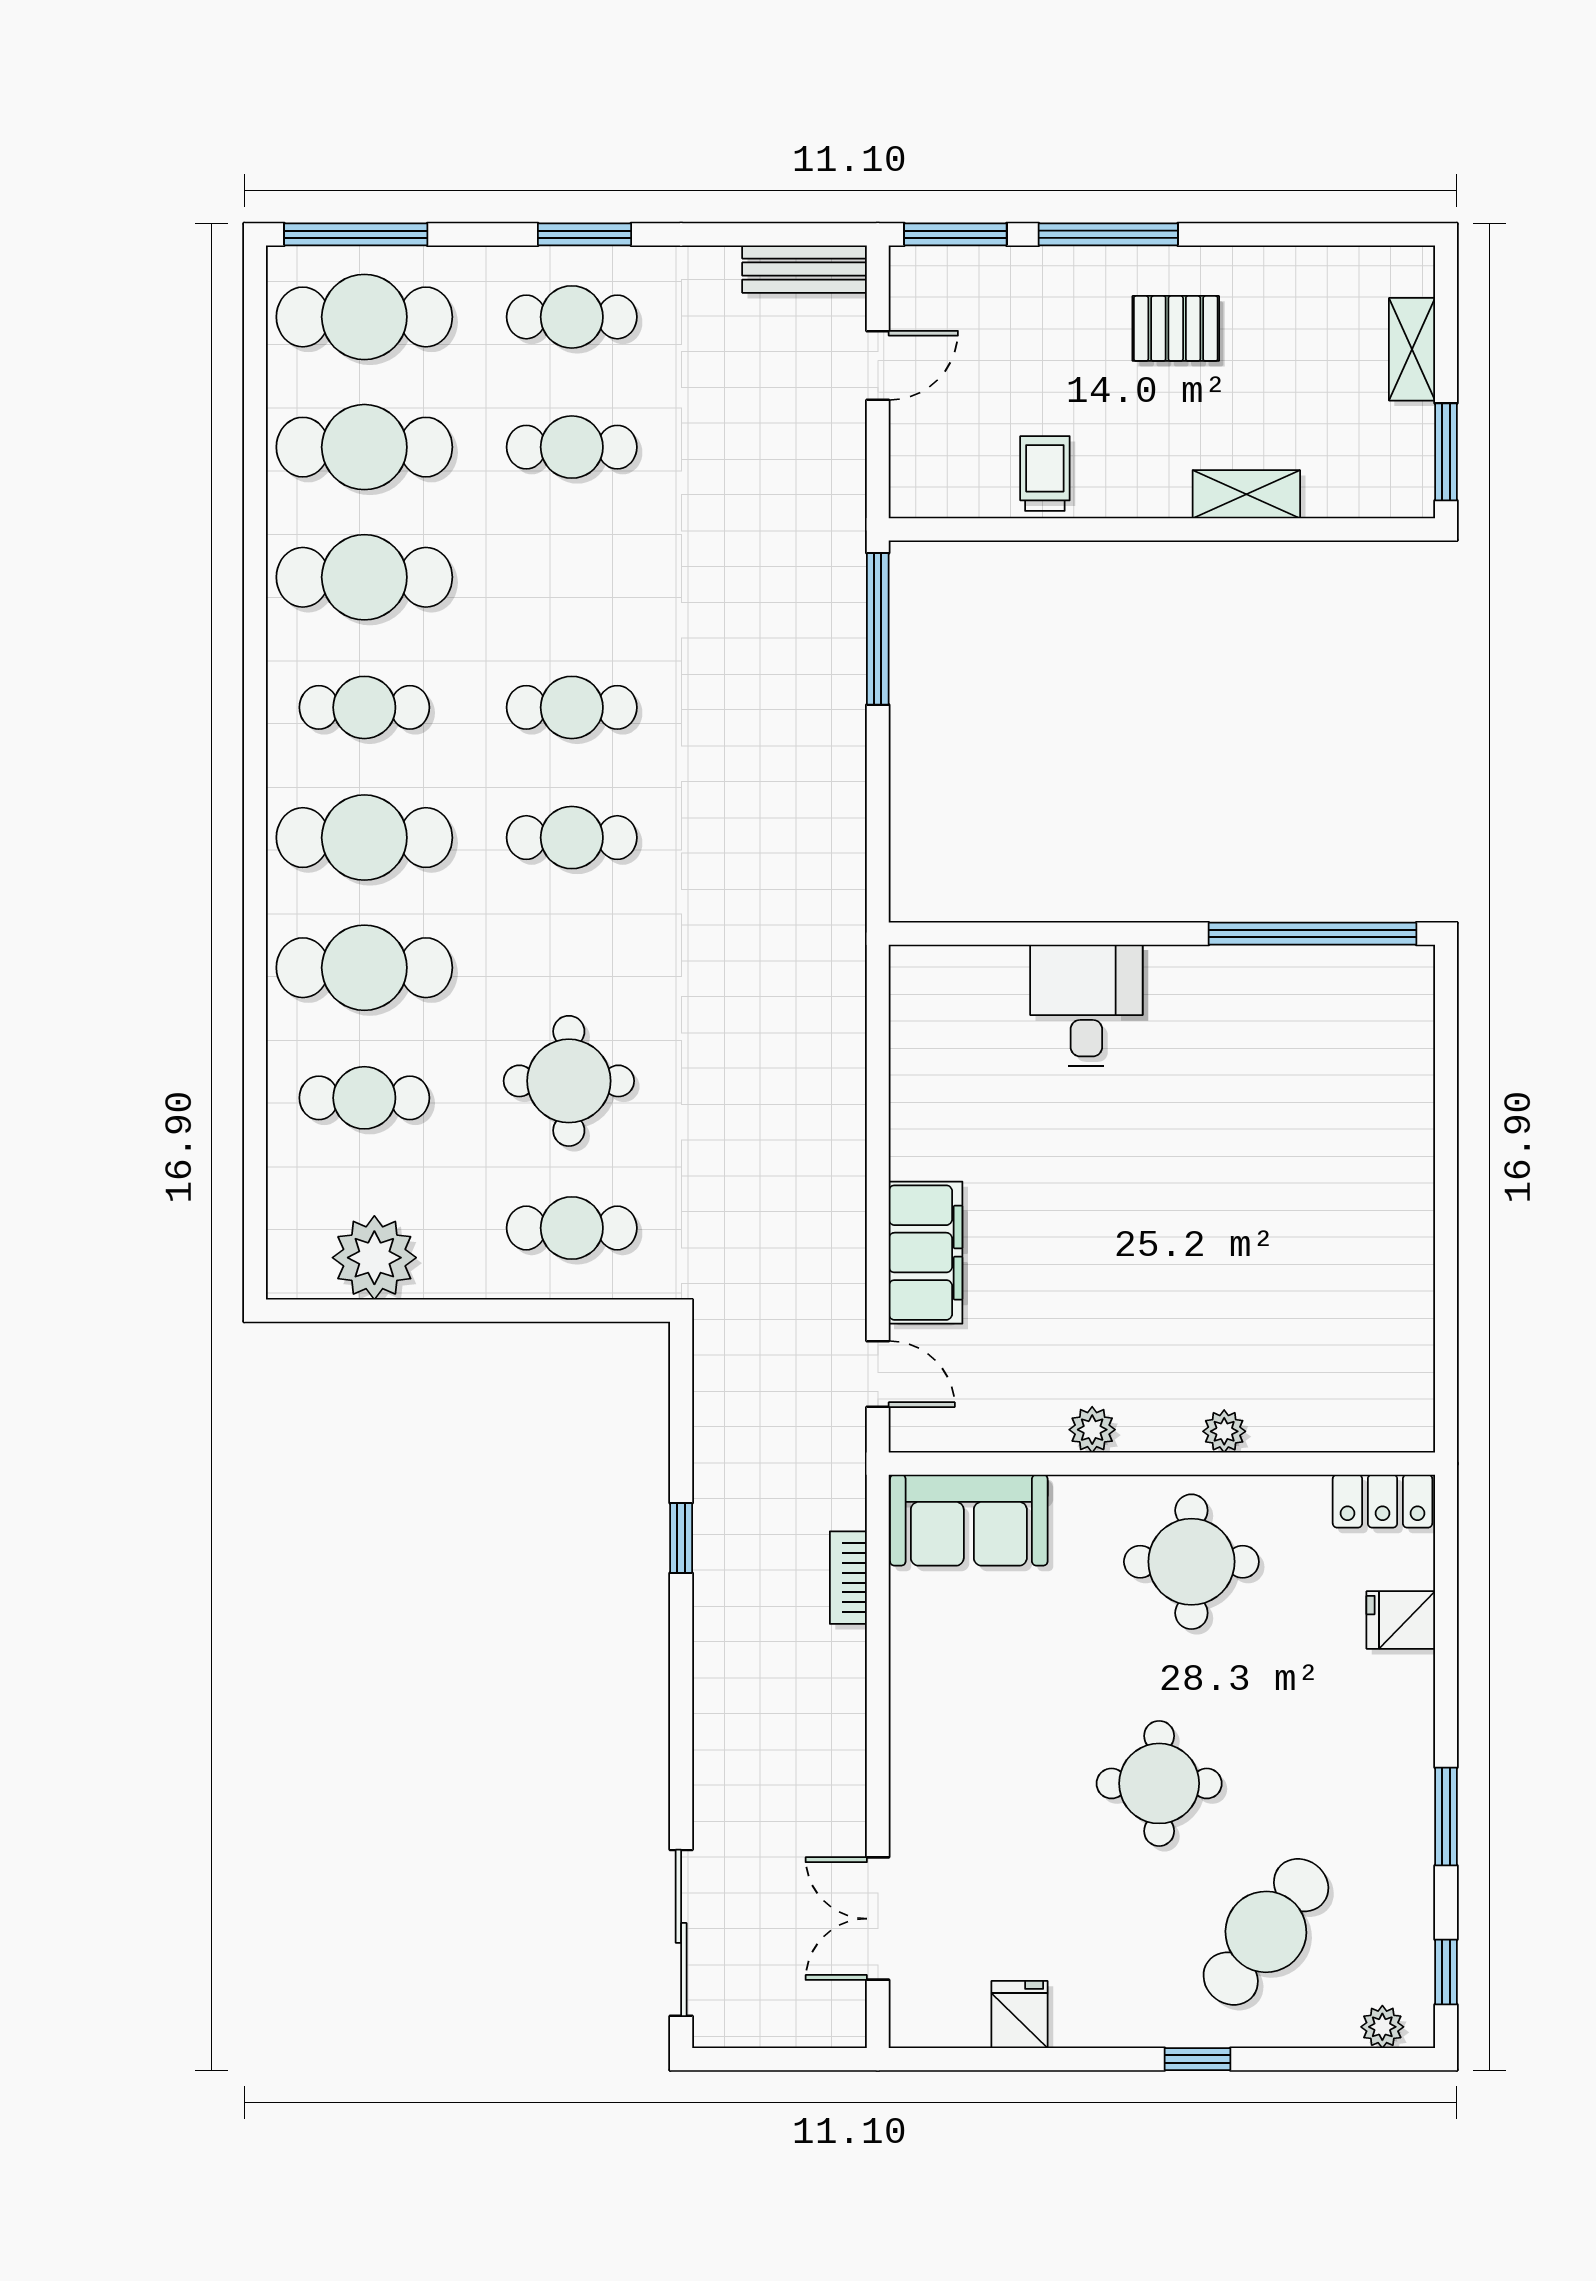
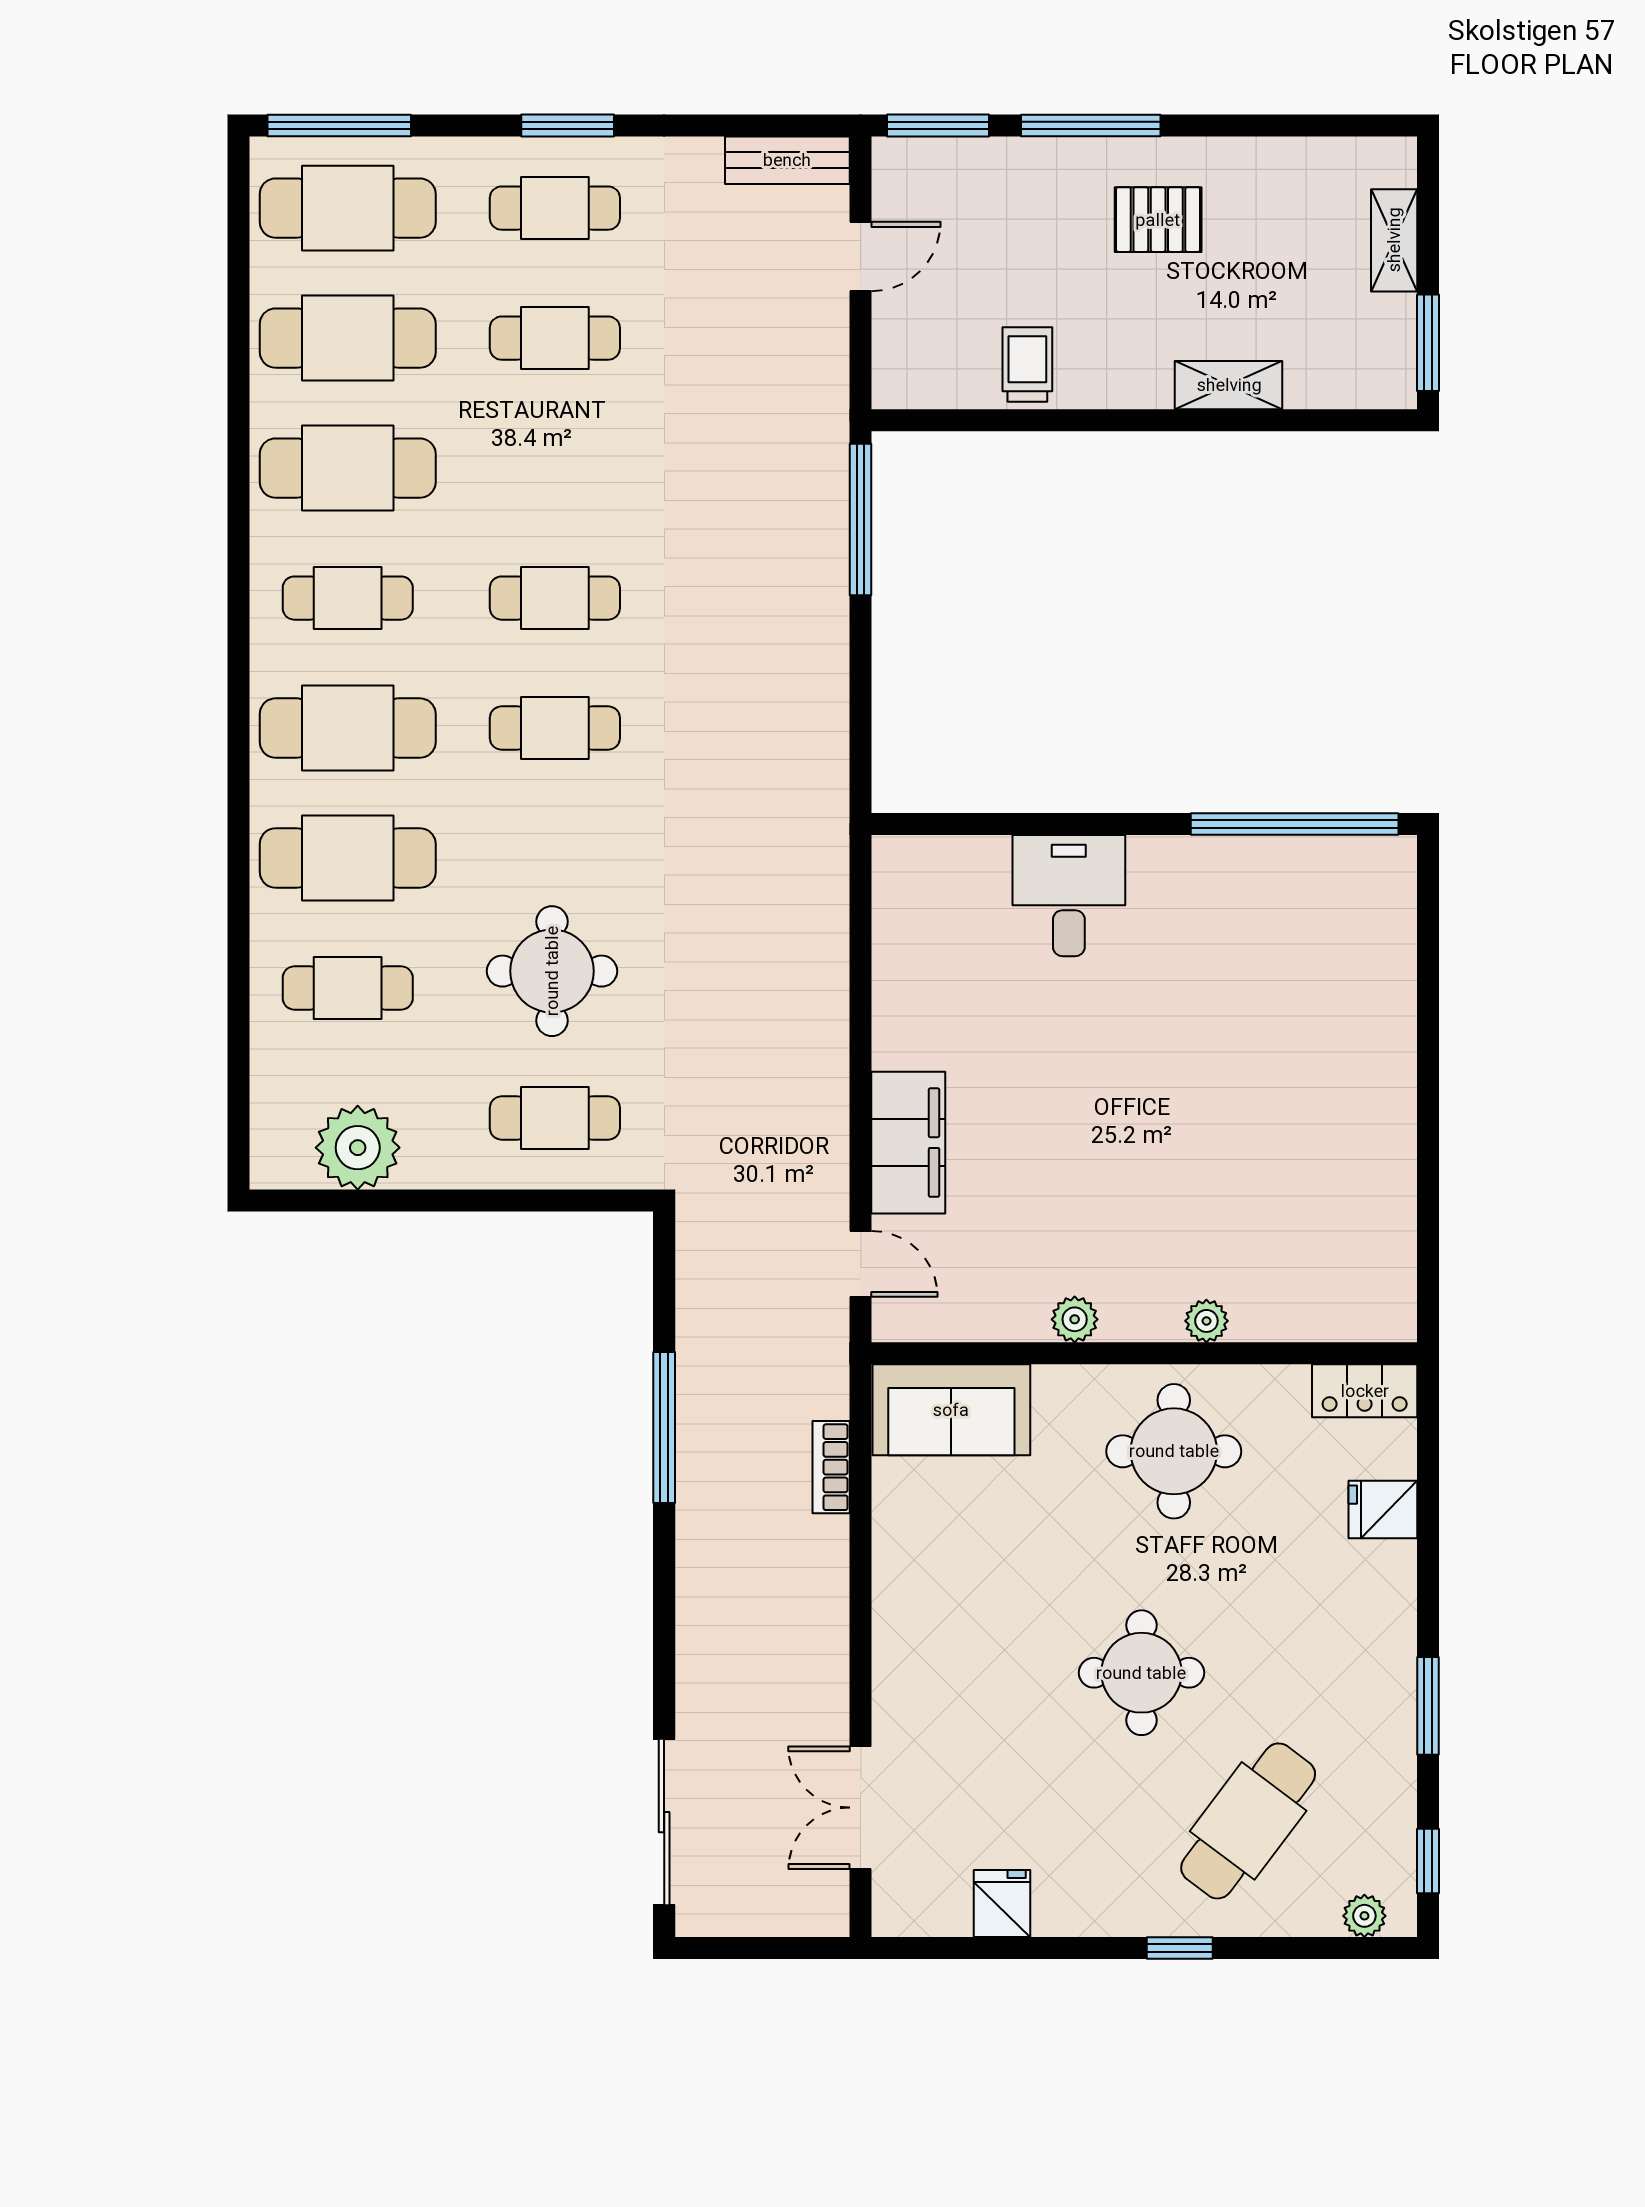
window: (681, 1538) -> (664, 1428), width x2.17

